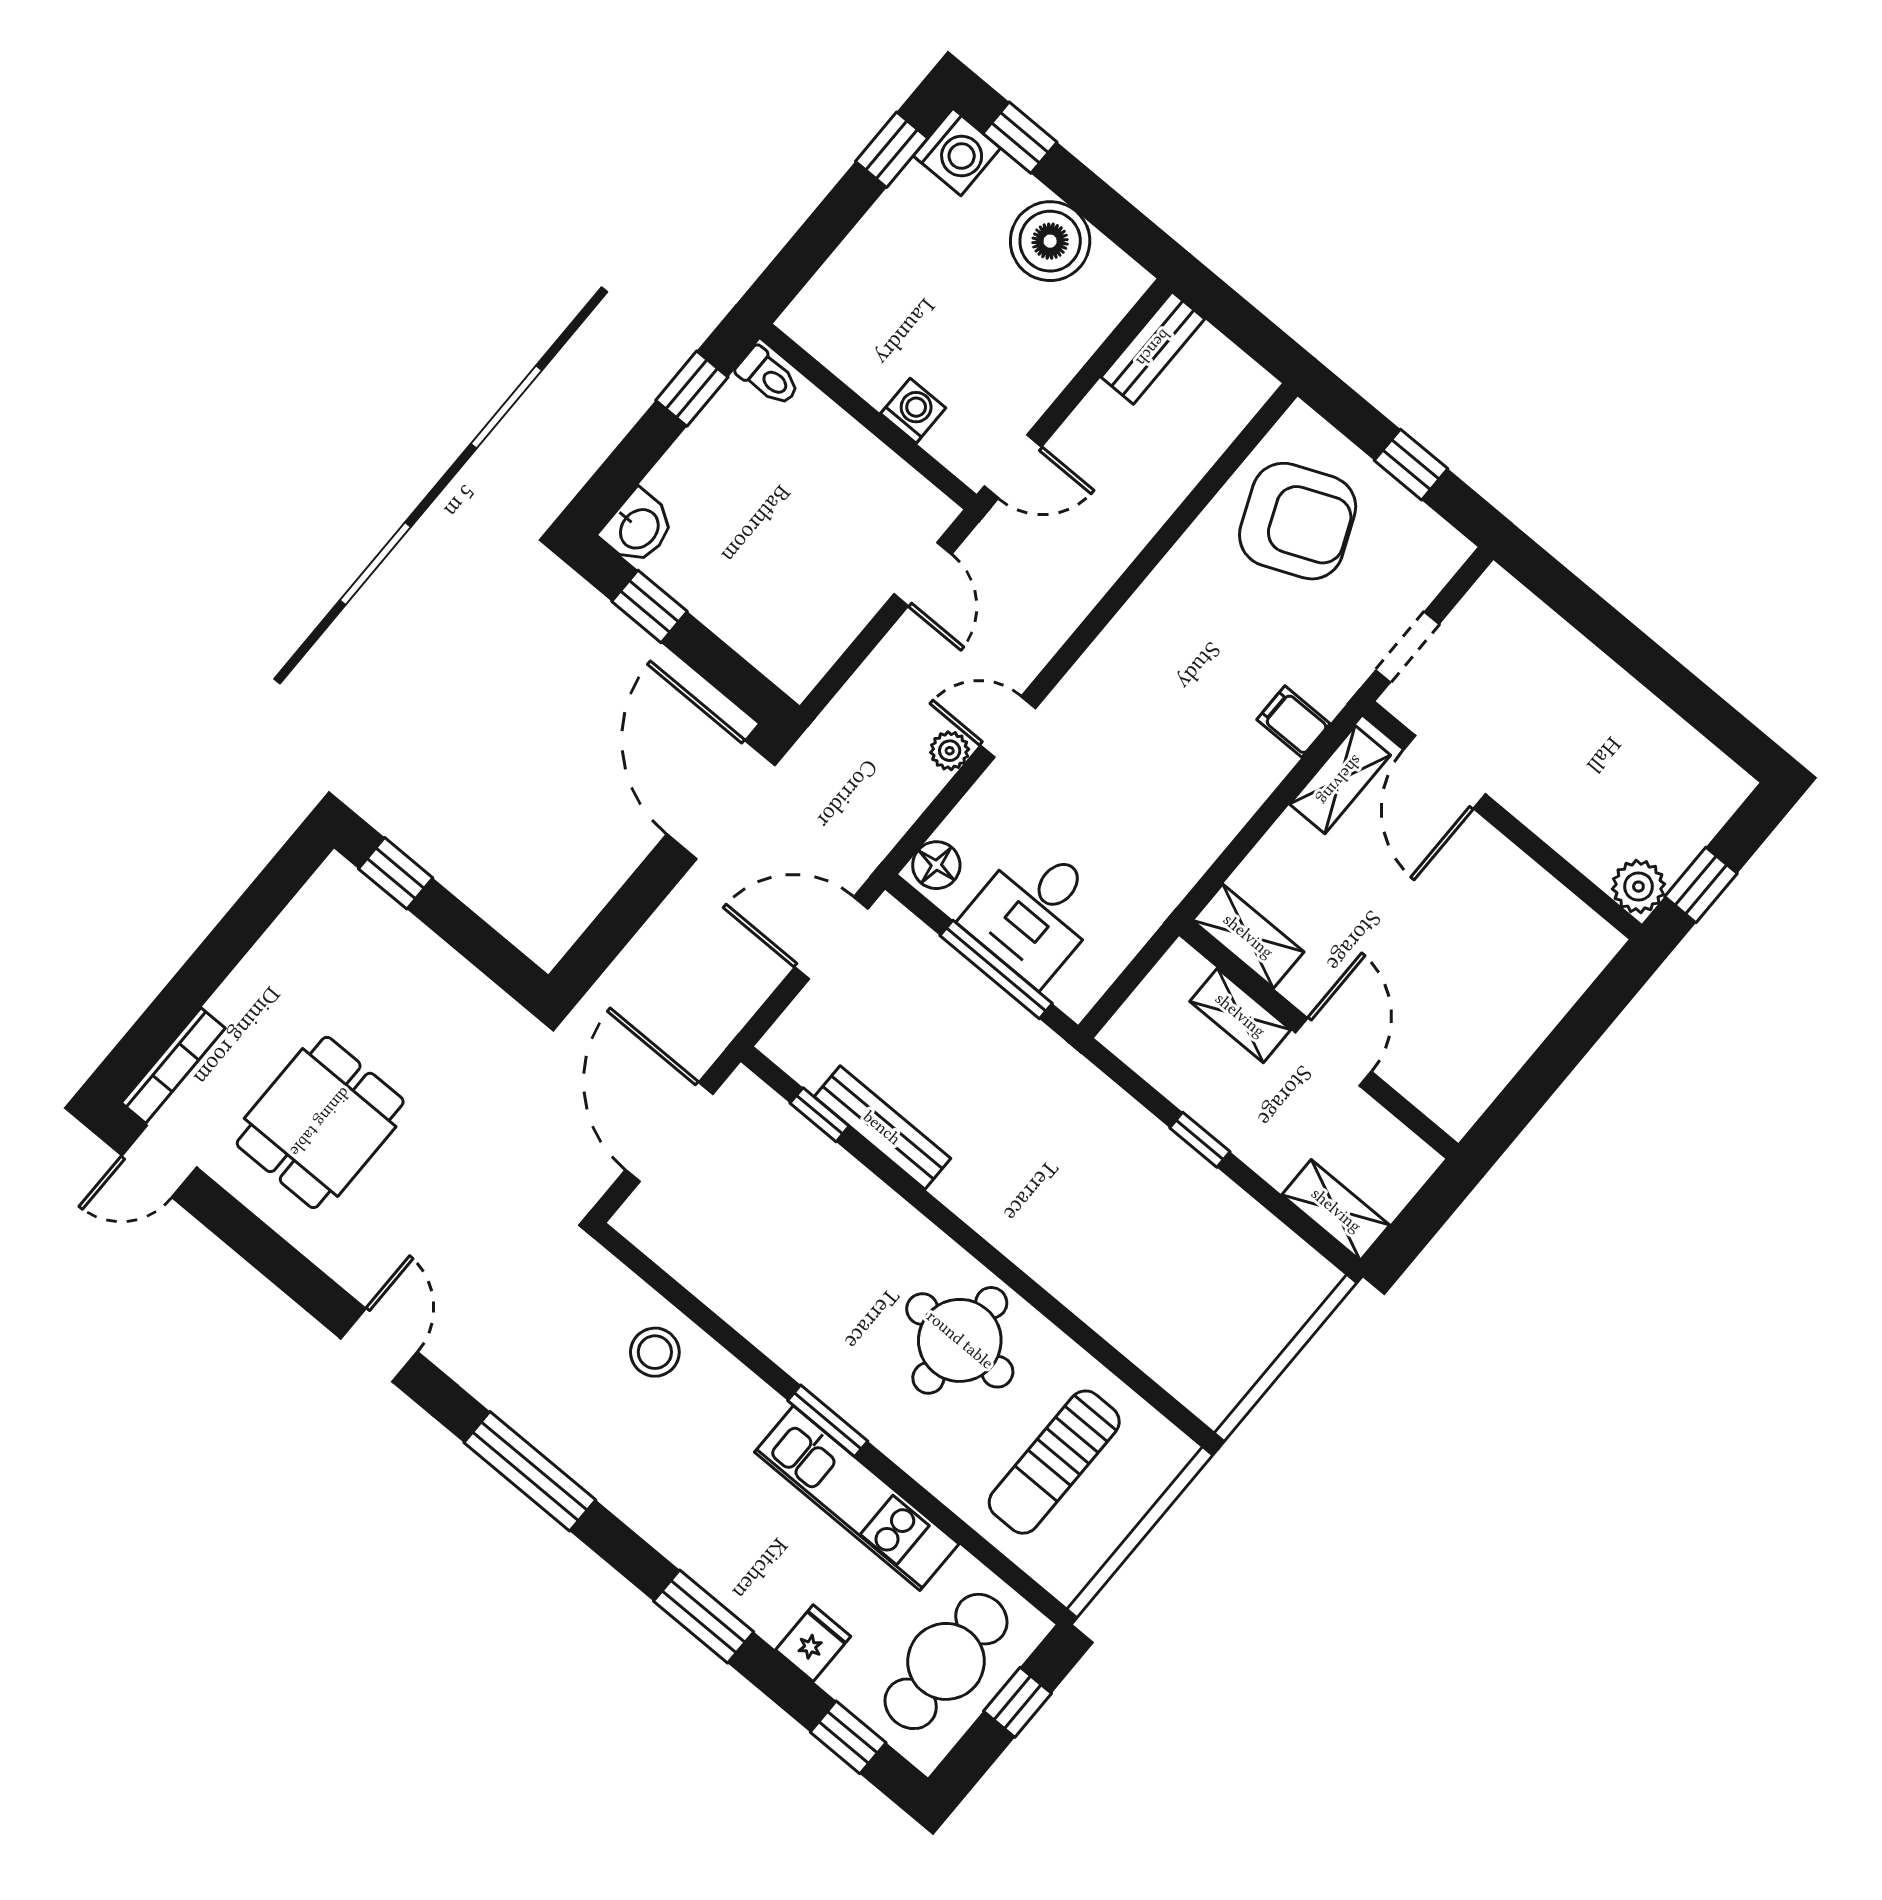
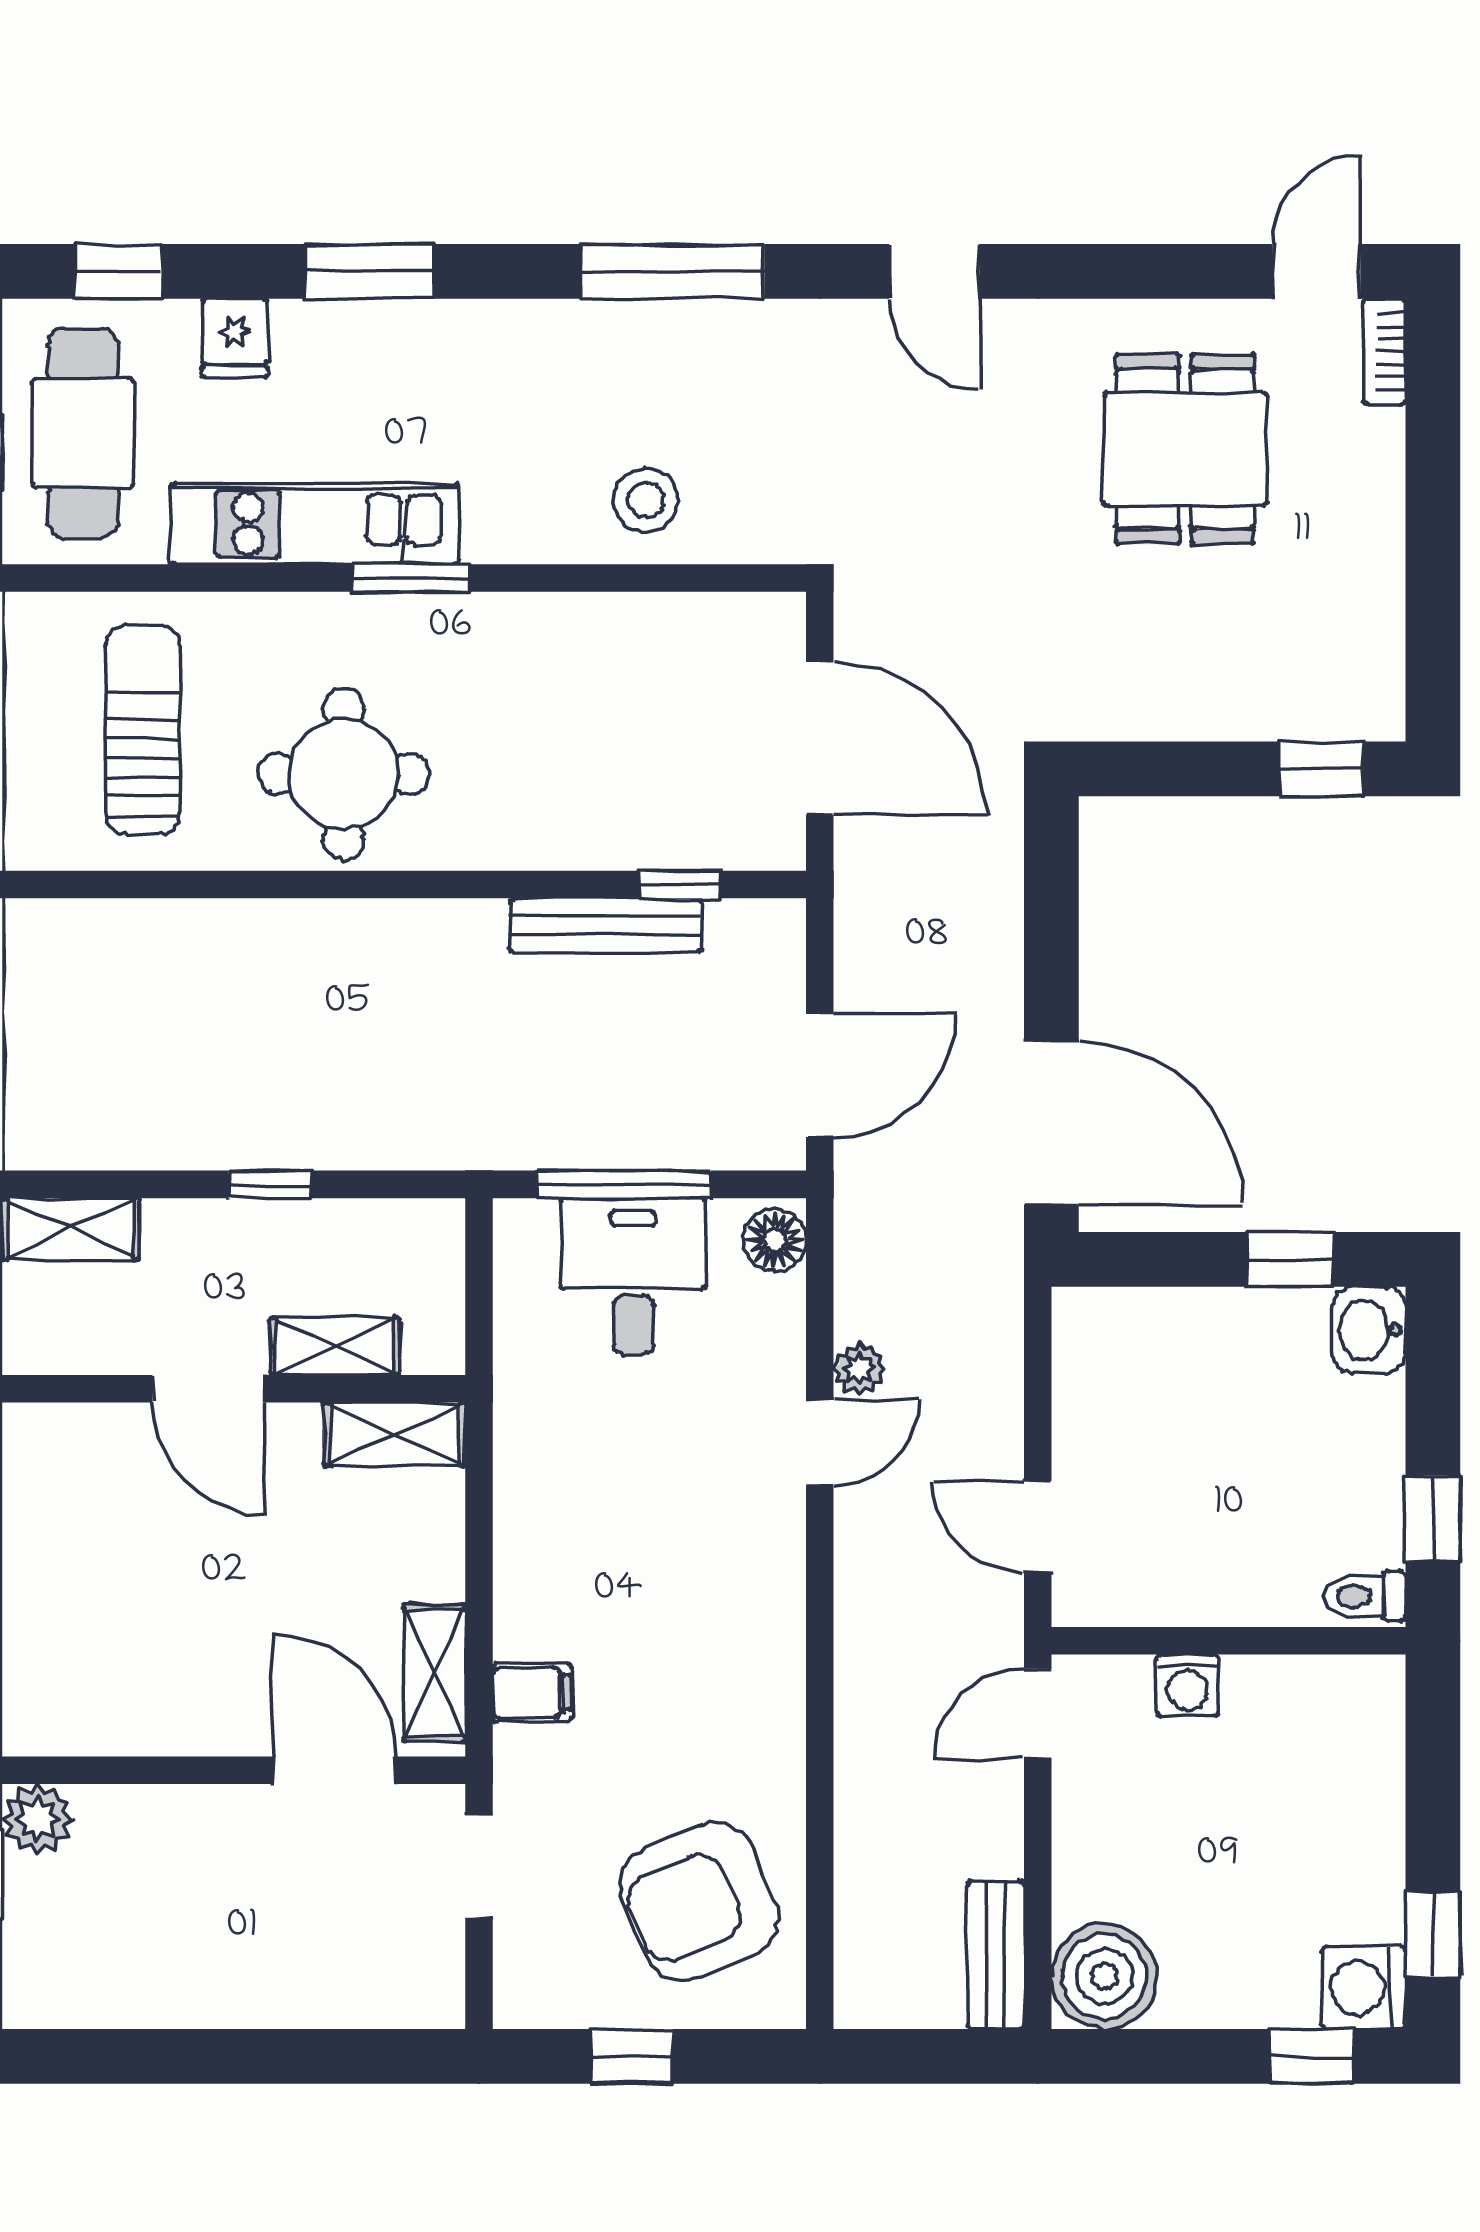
boiler: (1050, 241) -> (1104, 1976), moved
bookcase: (173, 1066) -> (1384, 352), width x0.64

